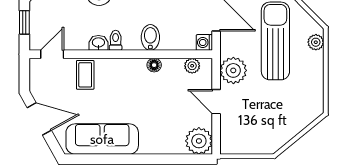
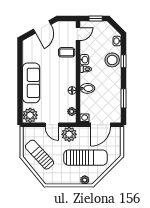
door: (52, 54) -> (78, 34), hinge flipped
door: (216, 102) -> (52, 125), swing flipped
sun lounger: (270, 124) -> (40, 155), added
sofa: (102, 139) -> (31, 83), moved

